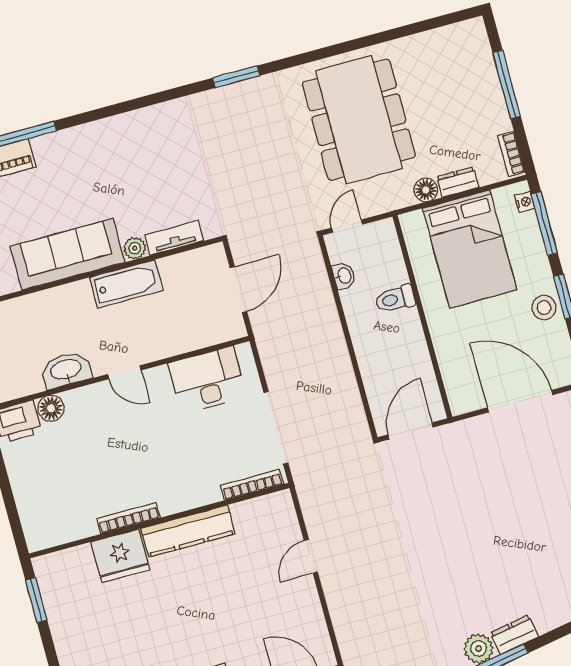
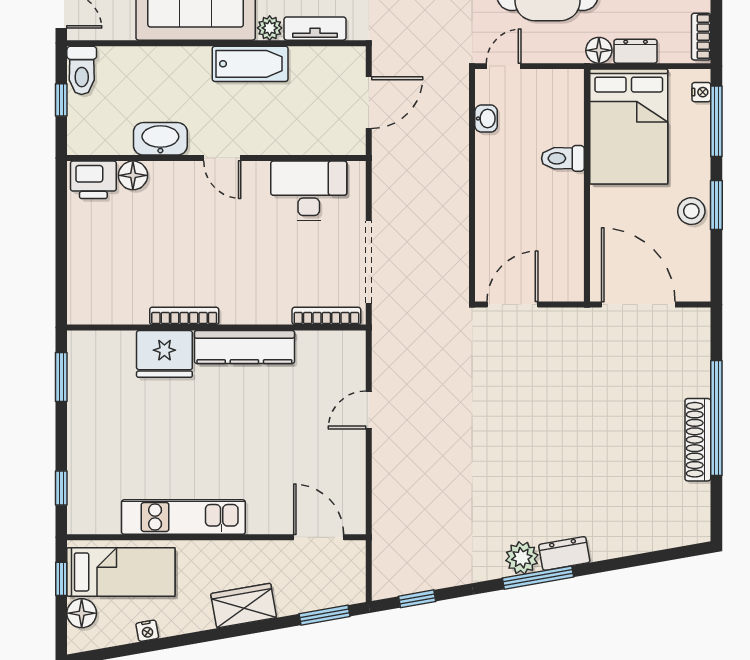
toilet: (395, 299) -> (563, 158), moved
wall: (422, 317) -> (587, 185), moved

